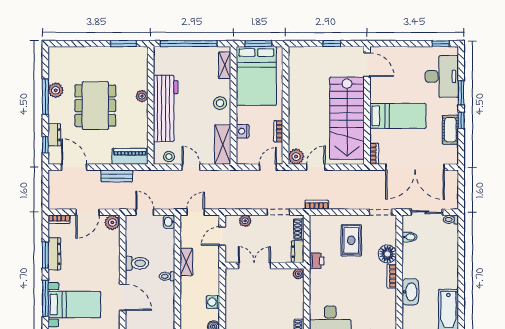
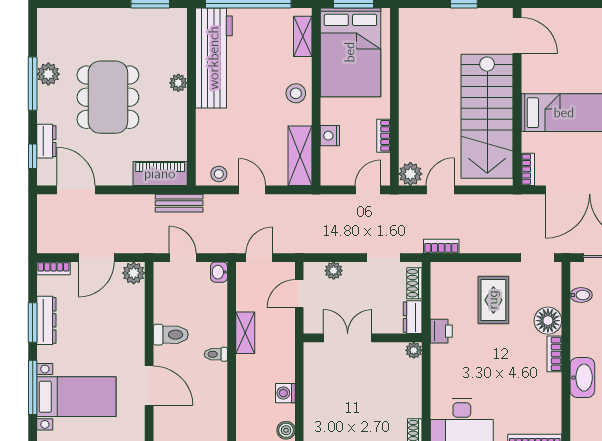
workbench: (166, 109) -> (214, 58), moved
bench: (117, 176) -> (179, 203), moved

